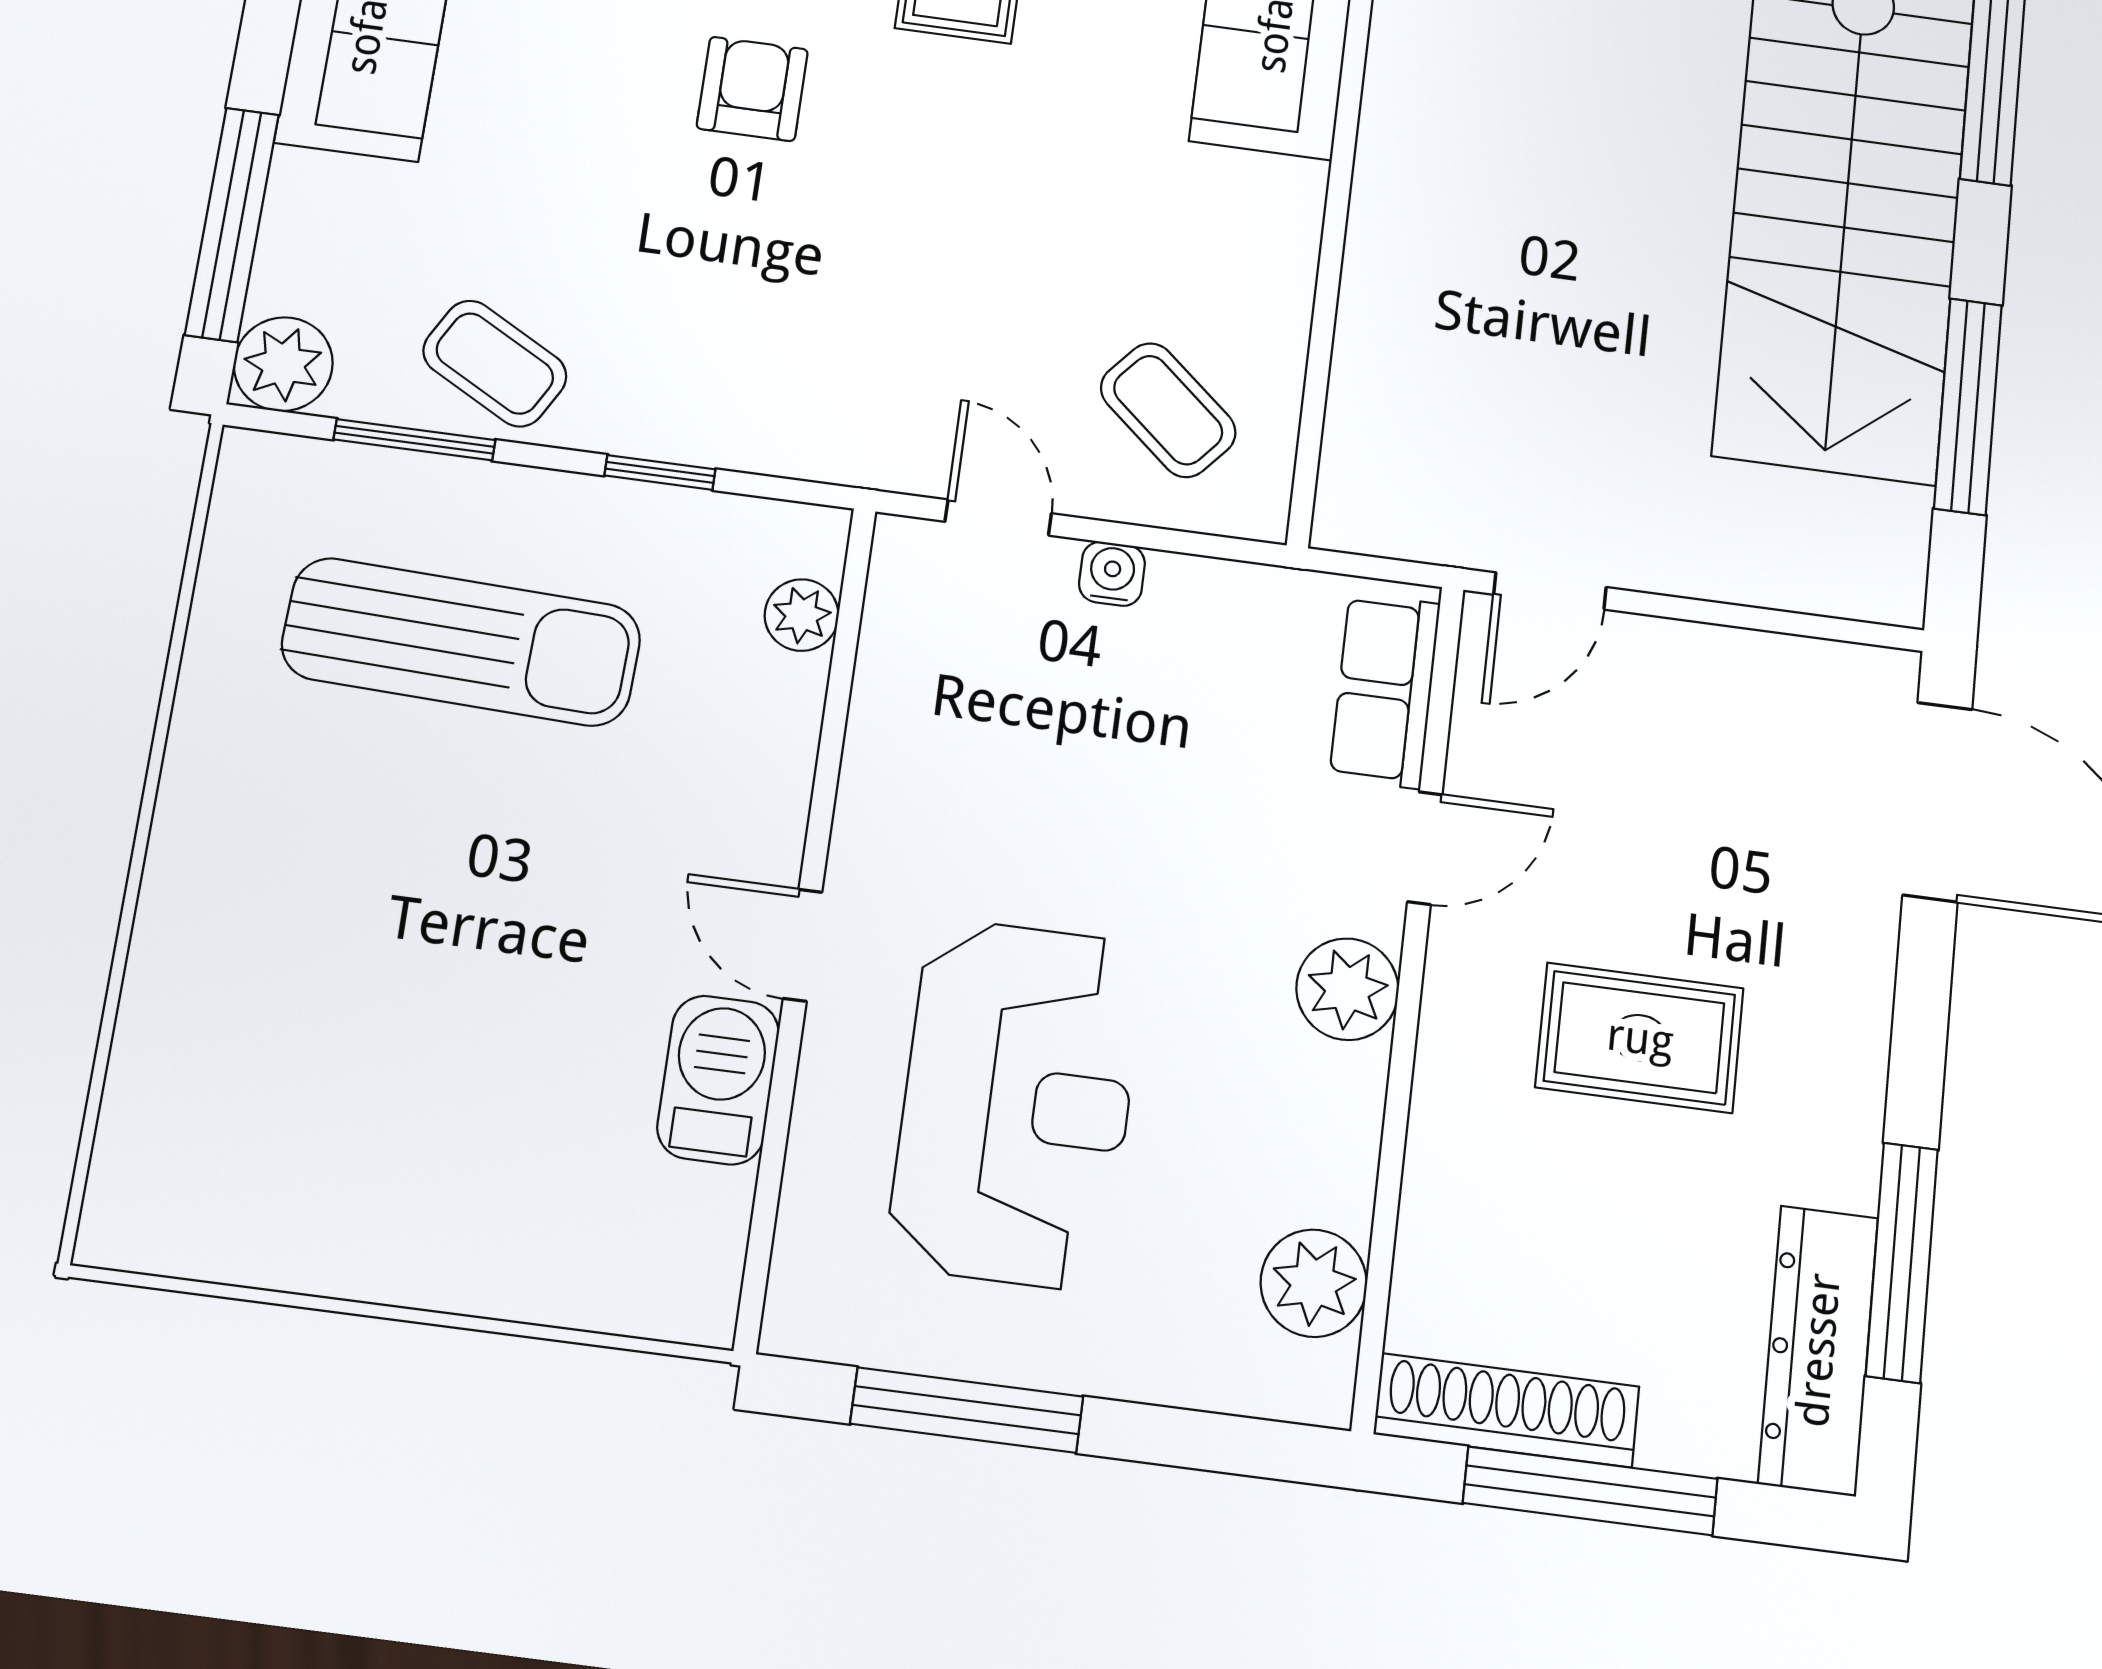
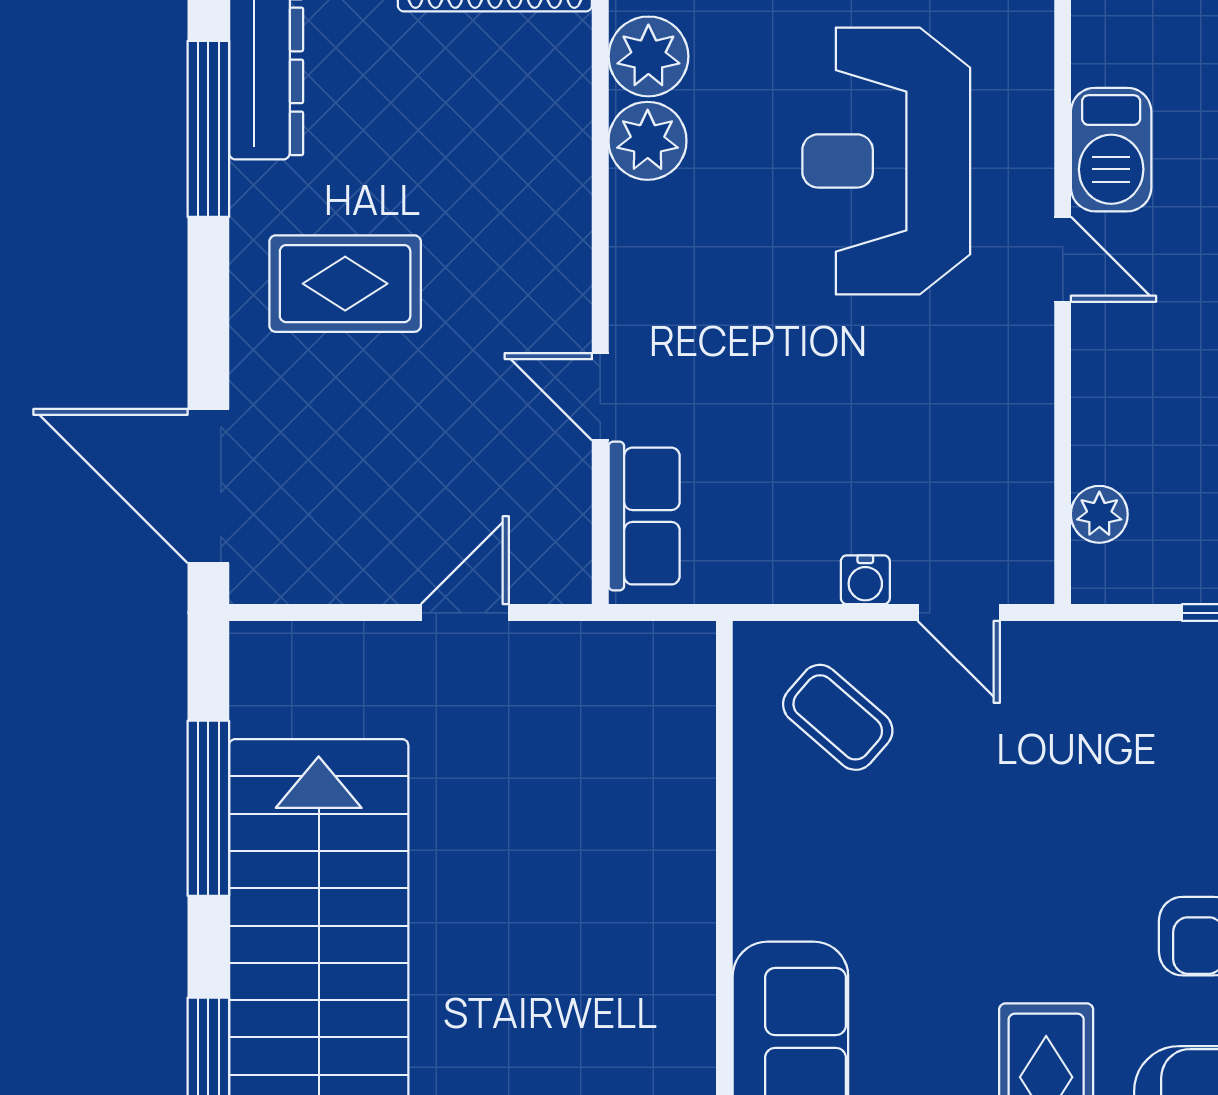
door: (1550, 591) -> (465, 613), moved
door: (1425, 848) -> (600, 397), hinge flipped
plant: (1347, 989) -> (648, 141), moved
rug: (1640, 1038) -> (345, 284), moved

